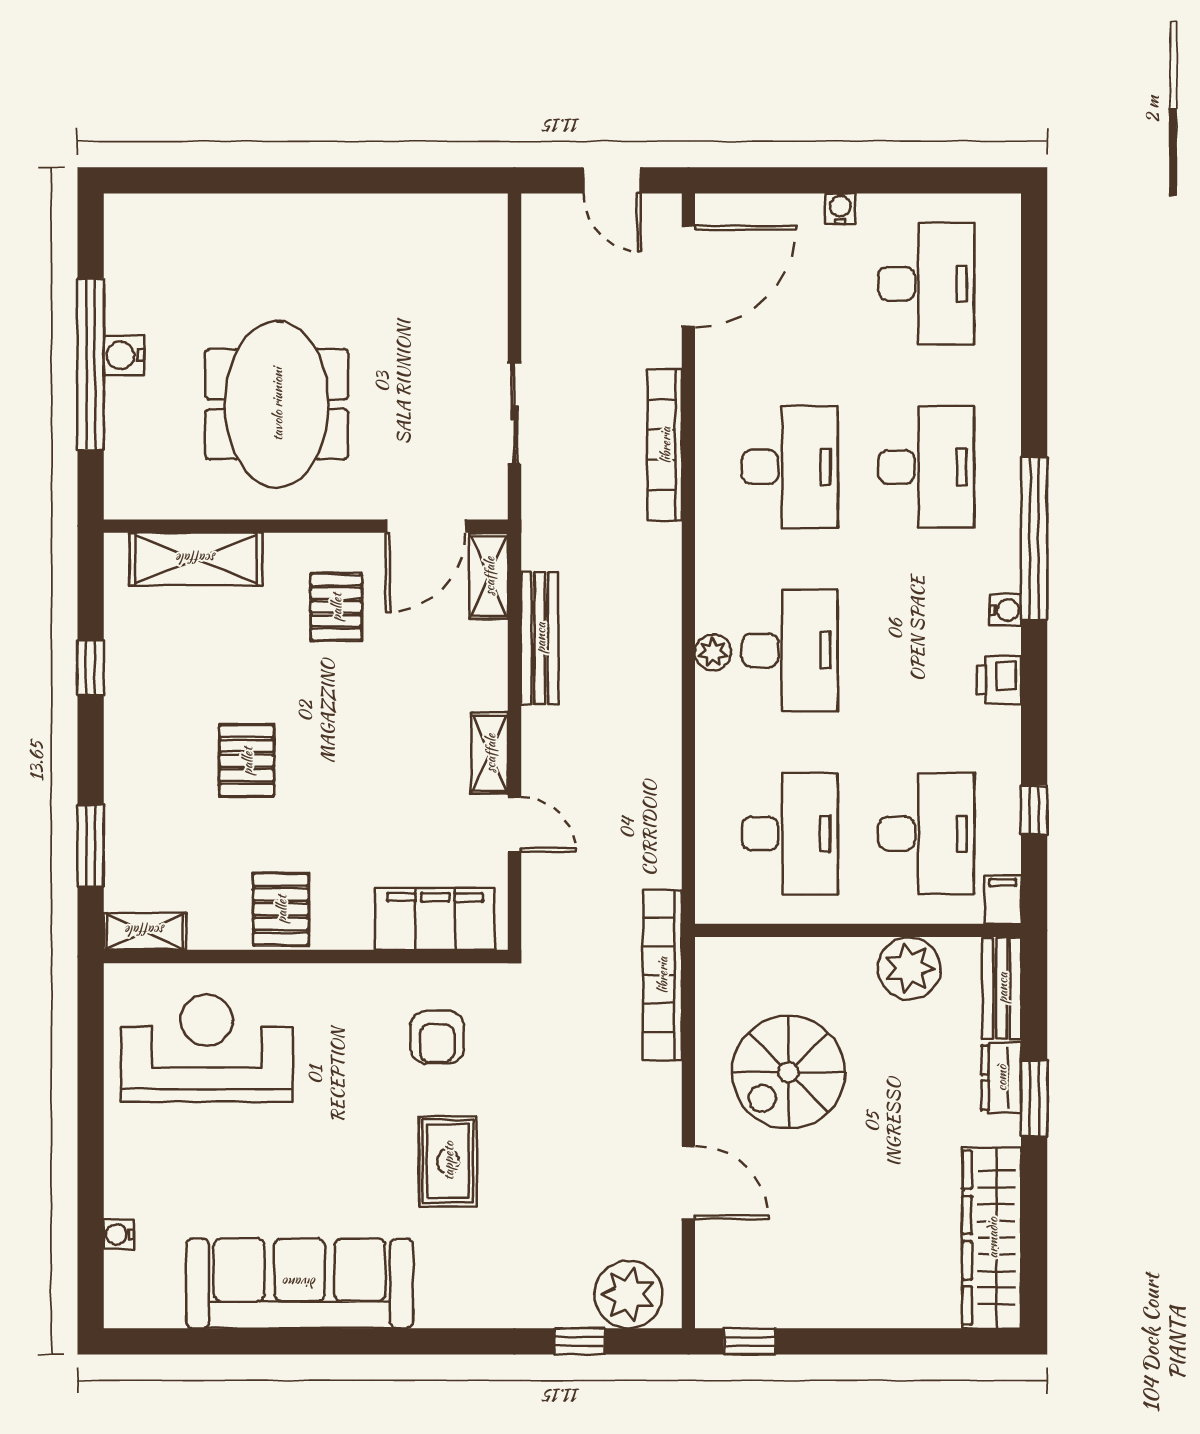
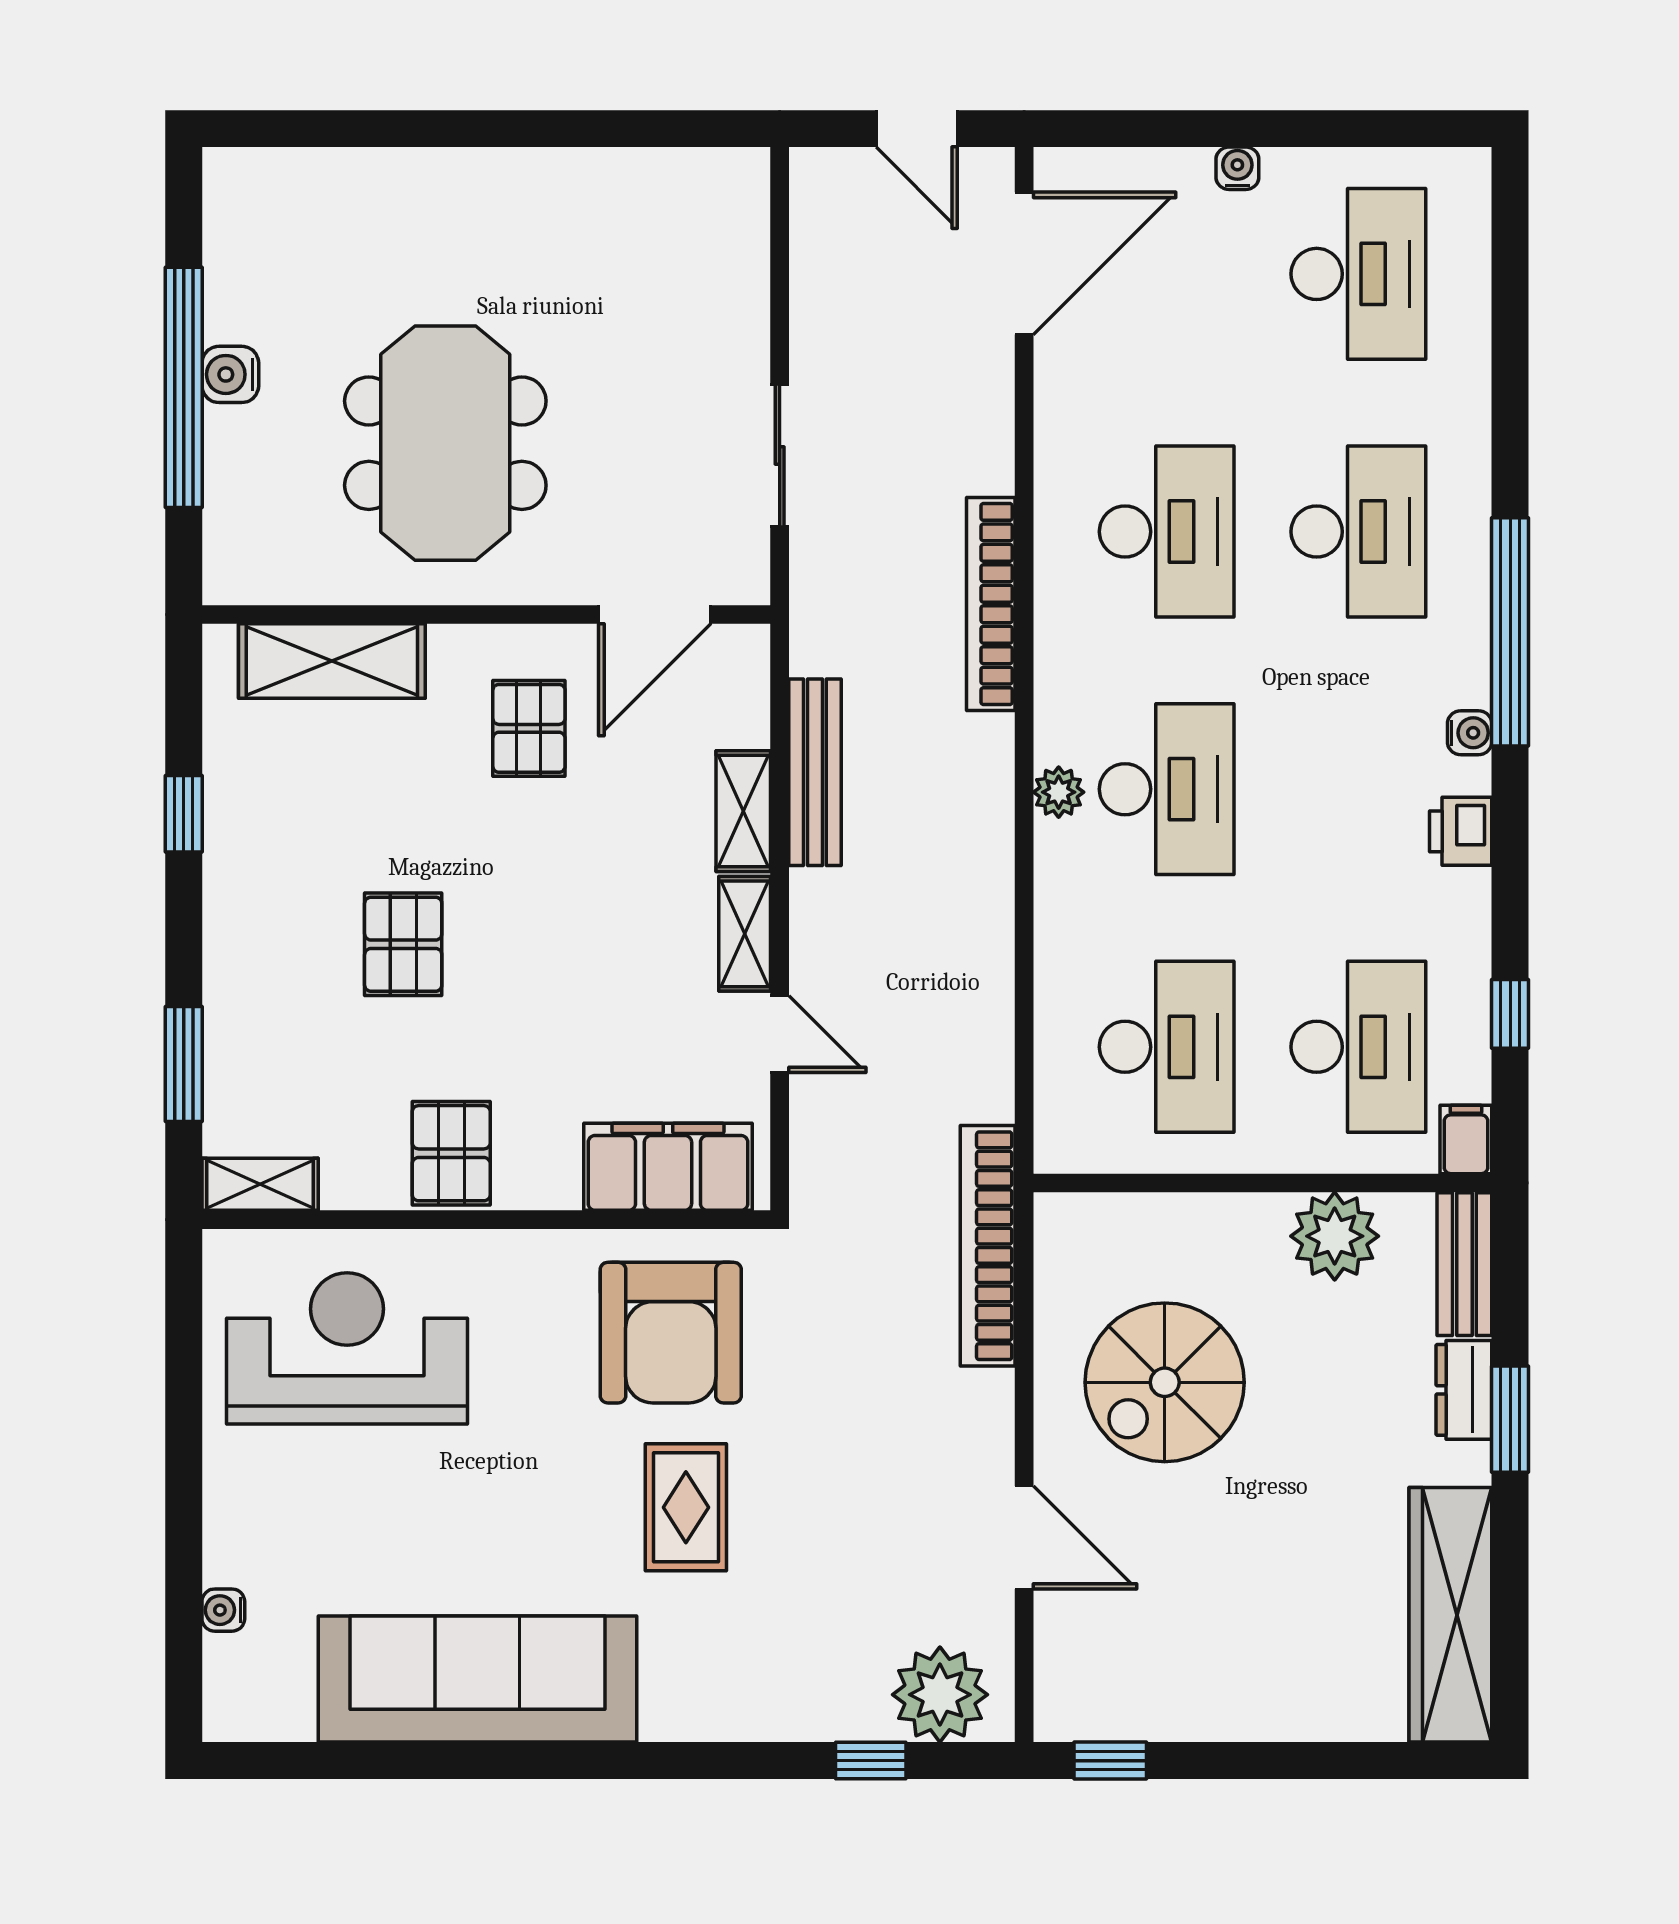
bookcase: (665, 445) -> (991, 604), moved
shelving: (489, 576) -> (743, 811), moved
armchair: (437, 1037) -> (671, 1333), width x1.88, depth x1.88

